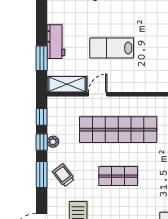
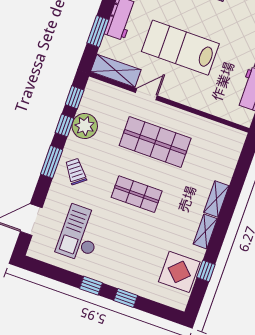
lab bench: (112, 48) -> (180, 48), width x1.36, depth x1.39
shop shelf: (118, 130) -> (155, 142), width x0.71
plant: (53, 142) -> (85, 126), width x1.88, depth x1.88

